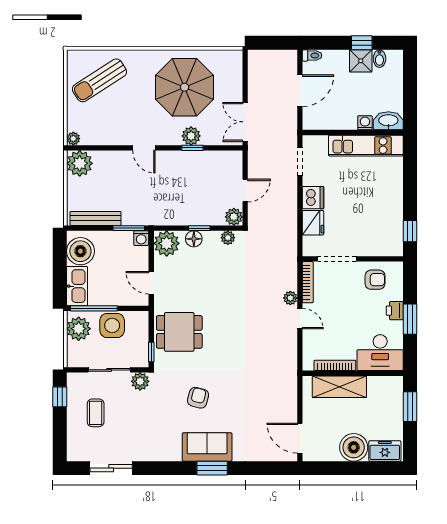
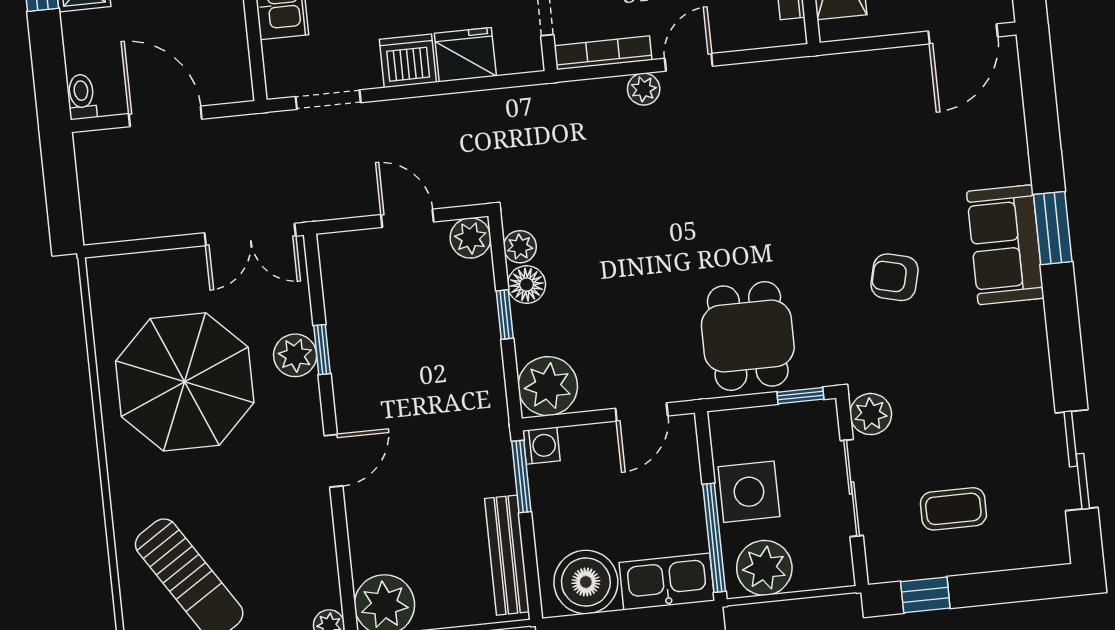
floor lamp: (194, 239) -> (527, 285), moved

